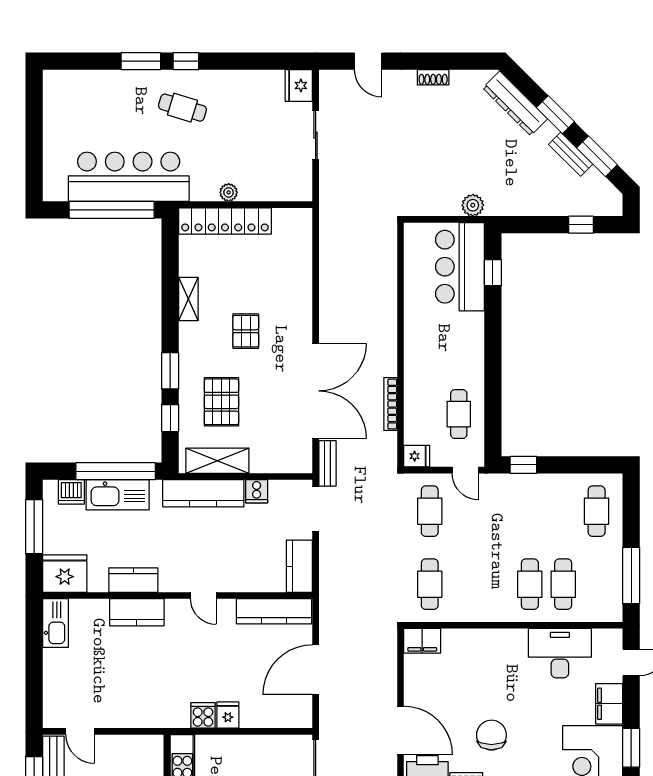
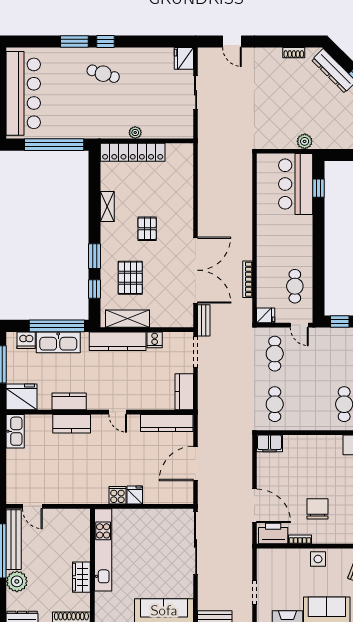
shoe rack: (433, 77) -> (294, 53), moved
bar counter: (129, 177) -> (23, 93), moved, turned 90

